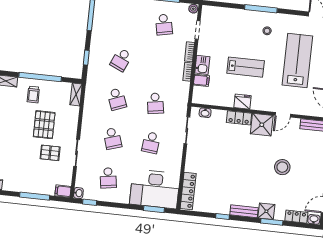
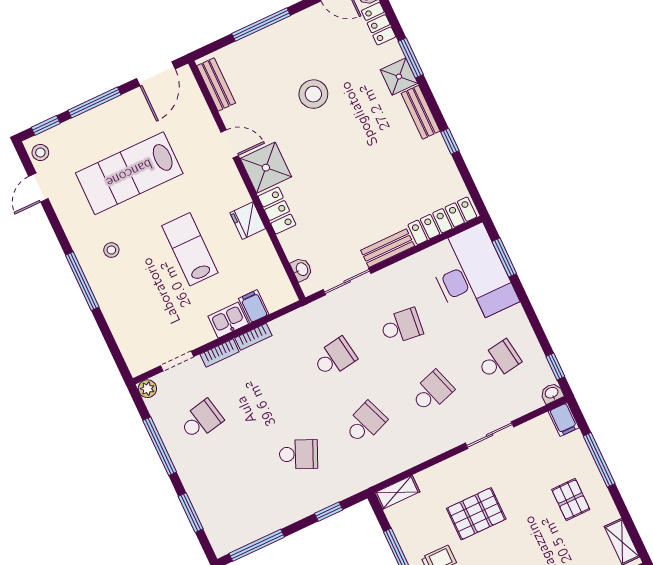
pallet: (50, 153) -> (571, 500), moved
bench: (191, 158) -> (388, 248), added

